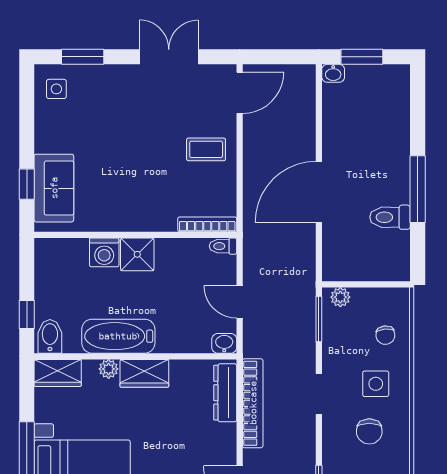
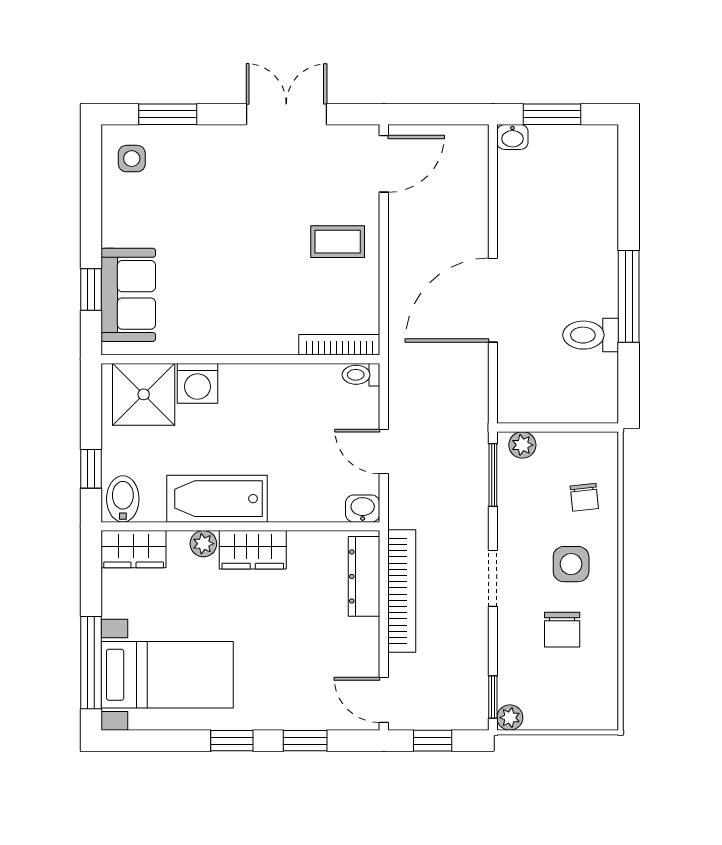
shower: (137, 254) -> (144, 394), moved, width x1.36, depth x1.36

